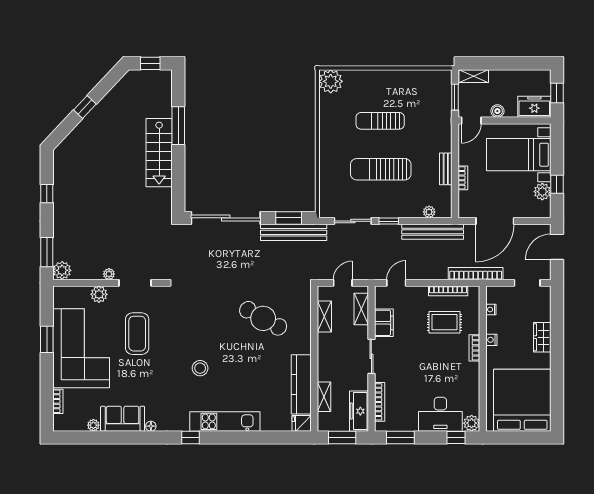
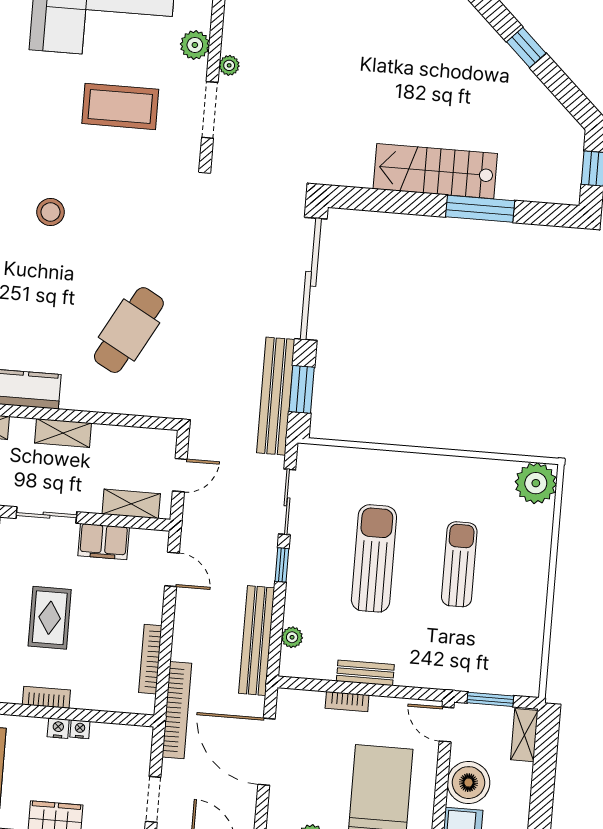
boiler: (497, 111) -> (468, 783), width x1.86, depth x1.86
door: (343, 283) -> (180, 475), hinge flipped
nightstand: (491, 309) -> (80, 729), moved
shelving: (324, 317) -> (63, 433), moved
rug: (444, 322) -> (50, 618), moved

